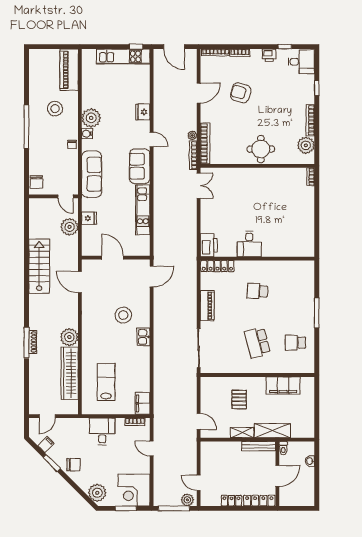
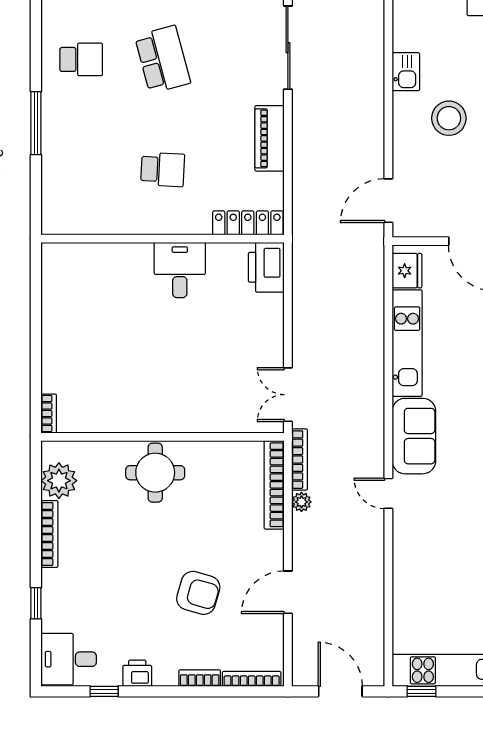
fridge: (143, 112) -> (407, 271), moved

